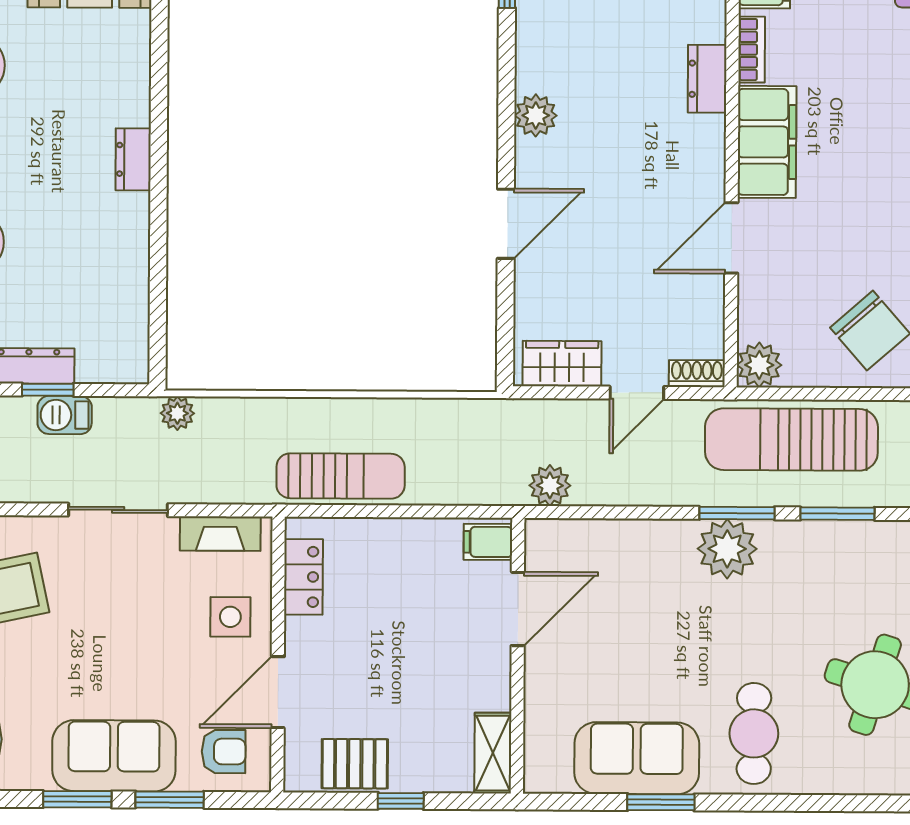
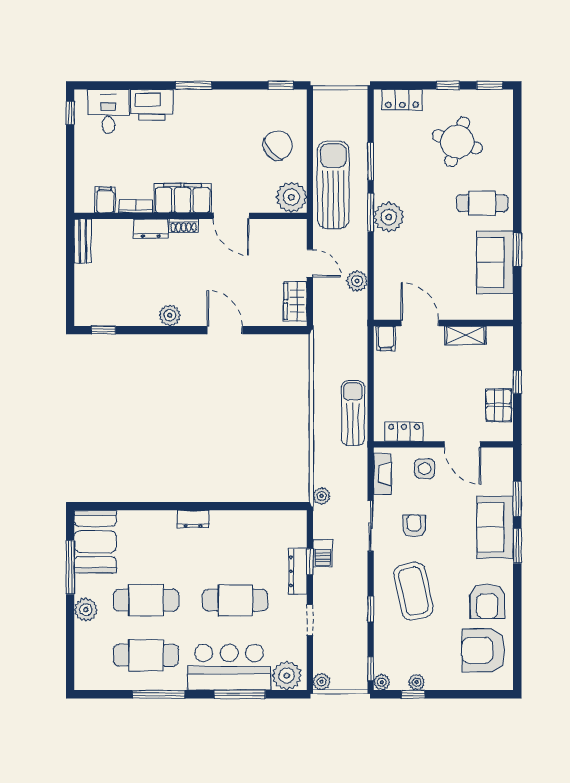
plant: (759, 365) -> (291, 197), width x1.36, depth x1.36
shoe rack: (697, 374) -> (184, 226), moved, turned -90
sun lounger: (791, 440) -> (333, 185), turned 180
plant: (550, 485) -> (357, 281), moved
armchair: (224, 751) -> (414, 526), moved
shelving: (493, 753) -> (465, 335), moved

